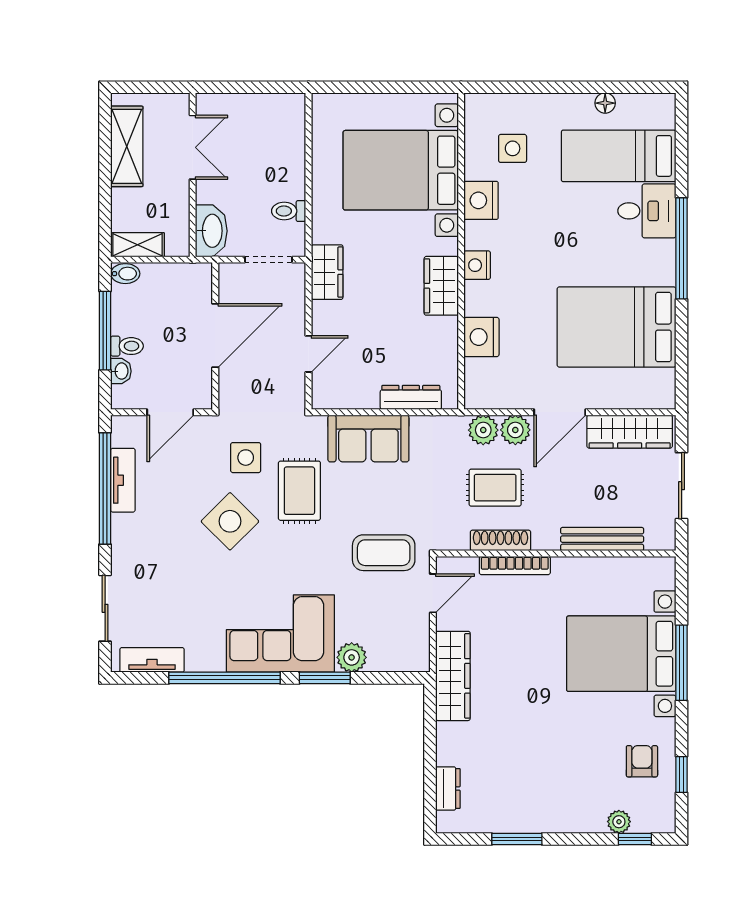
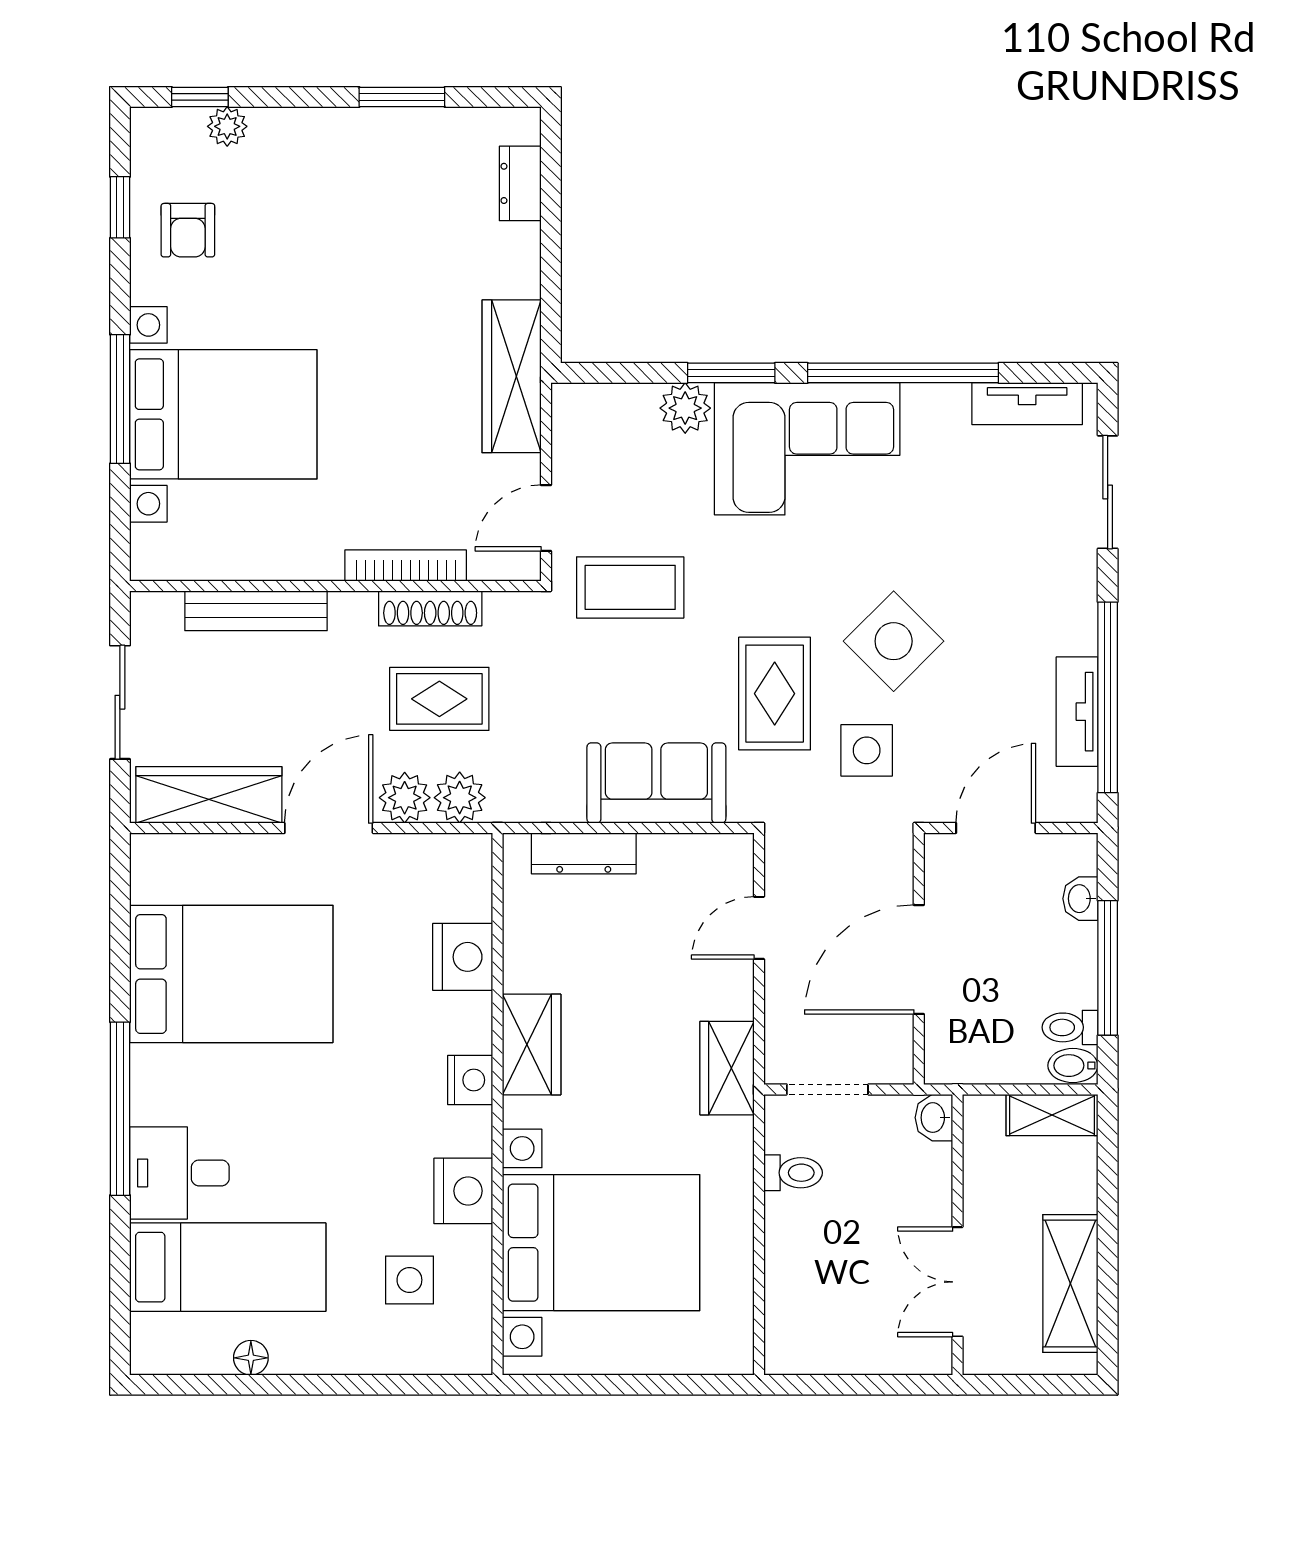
washbasin: (211, 231) -> (934, 1118), width x0.52, depth x0.69
toilet: (127, 346) -> (1070, 1027), moved

